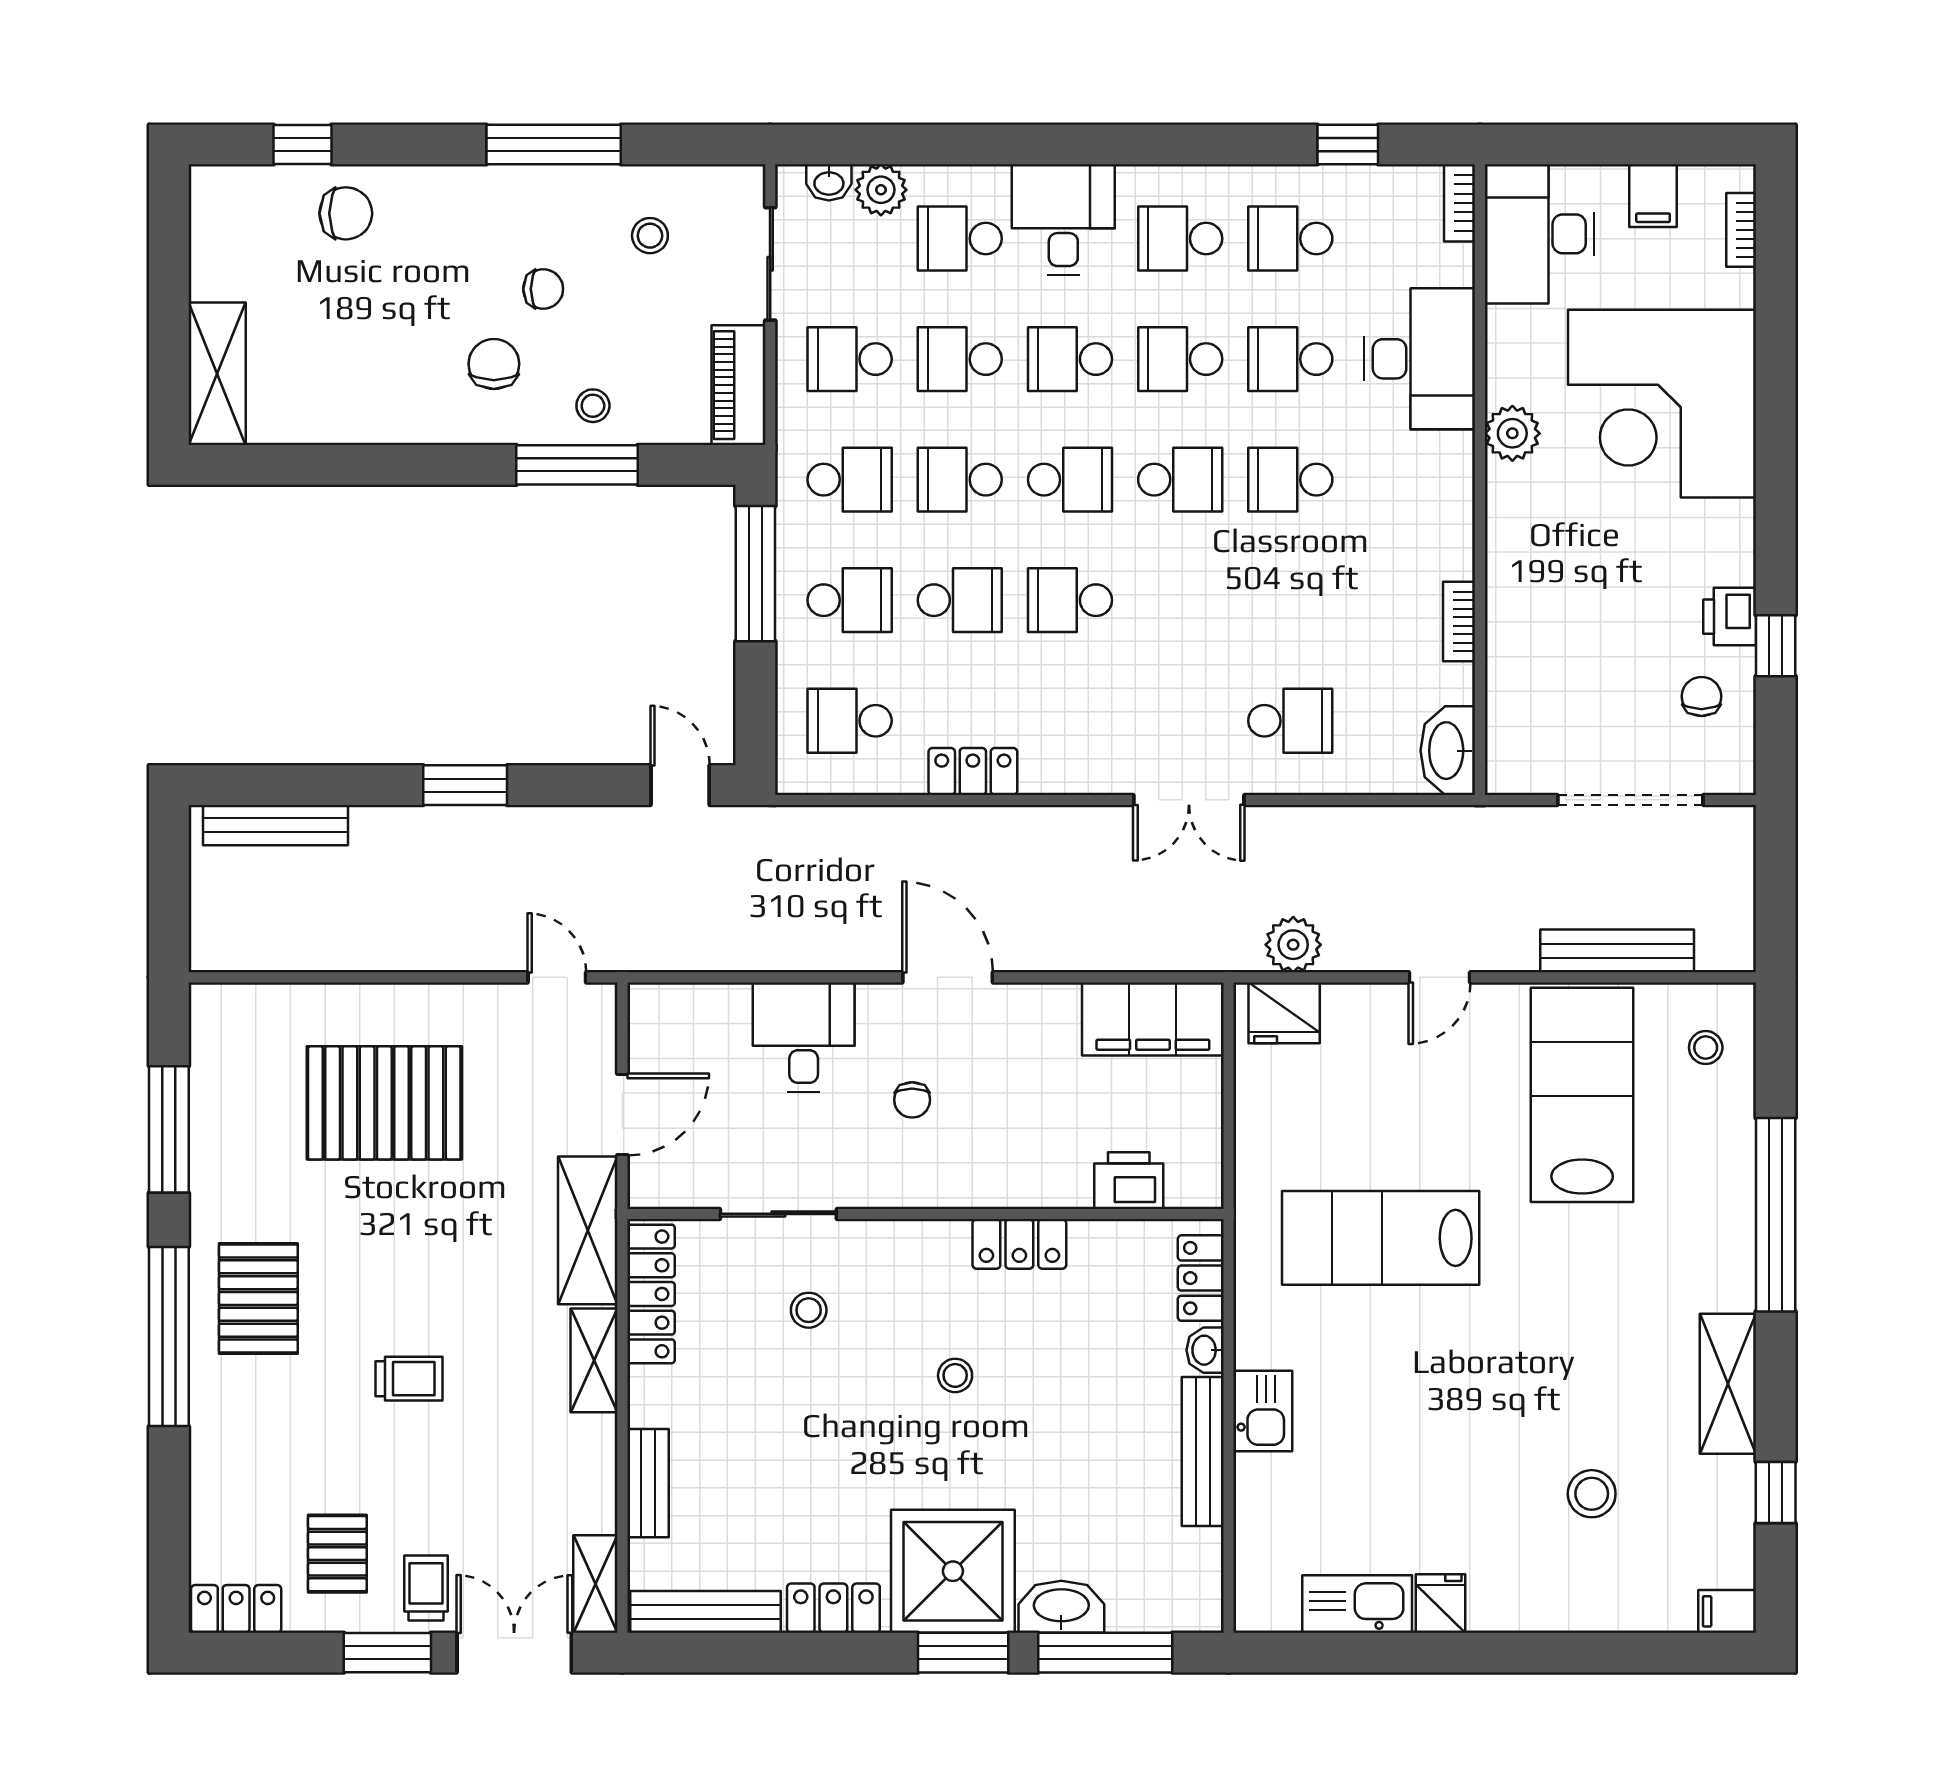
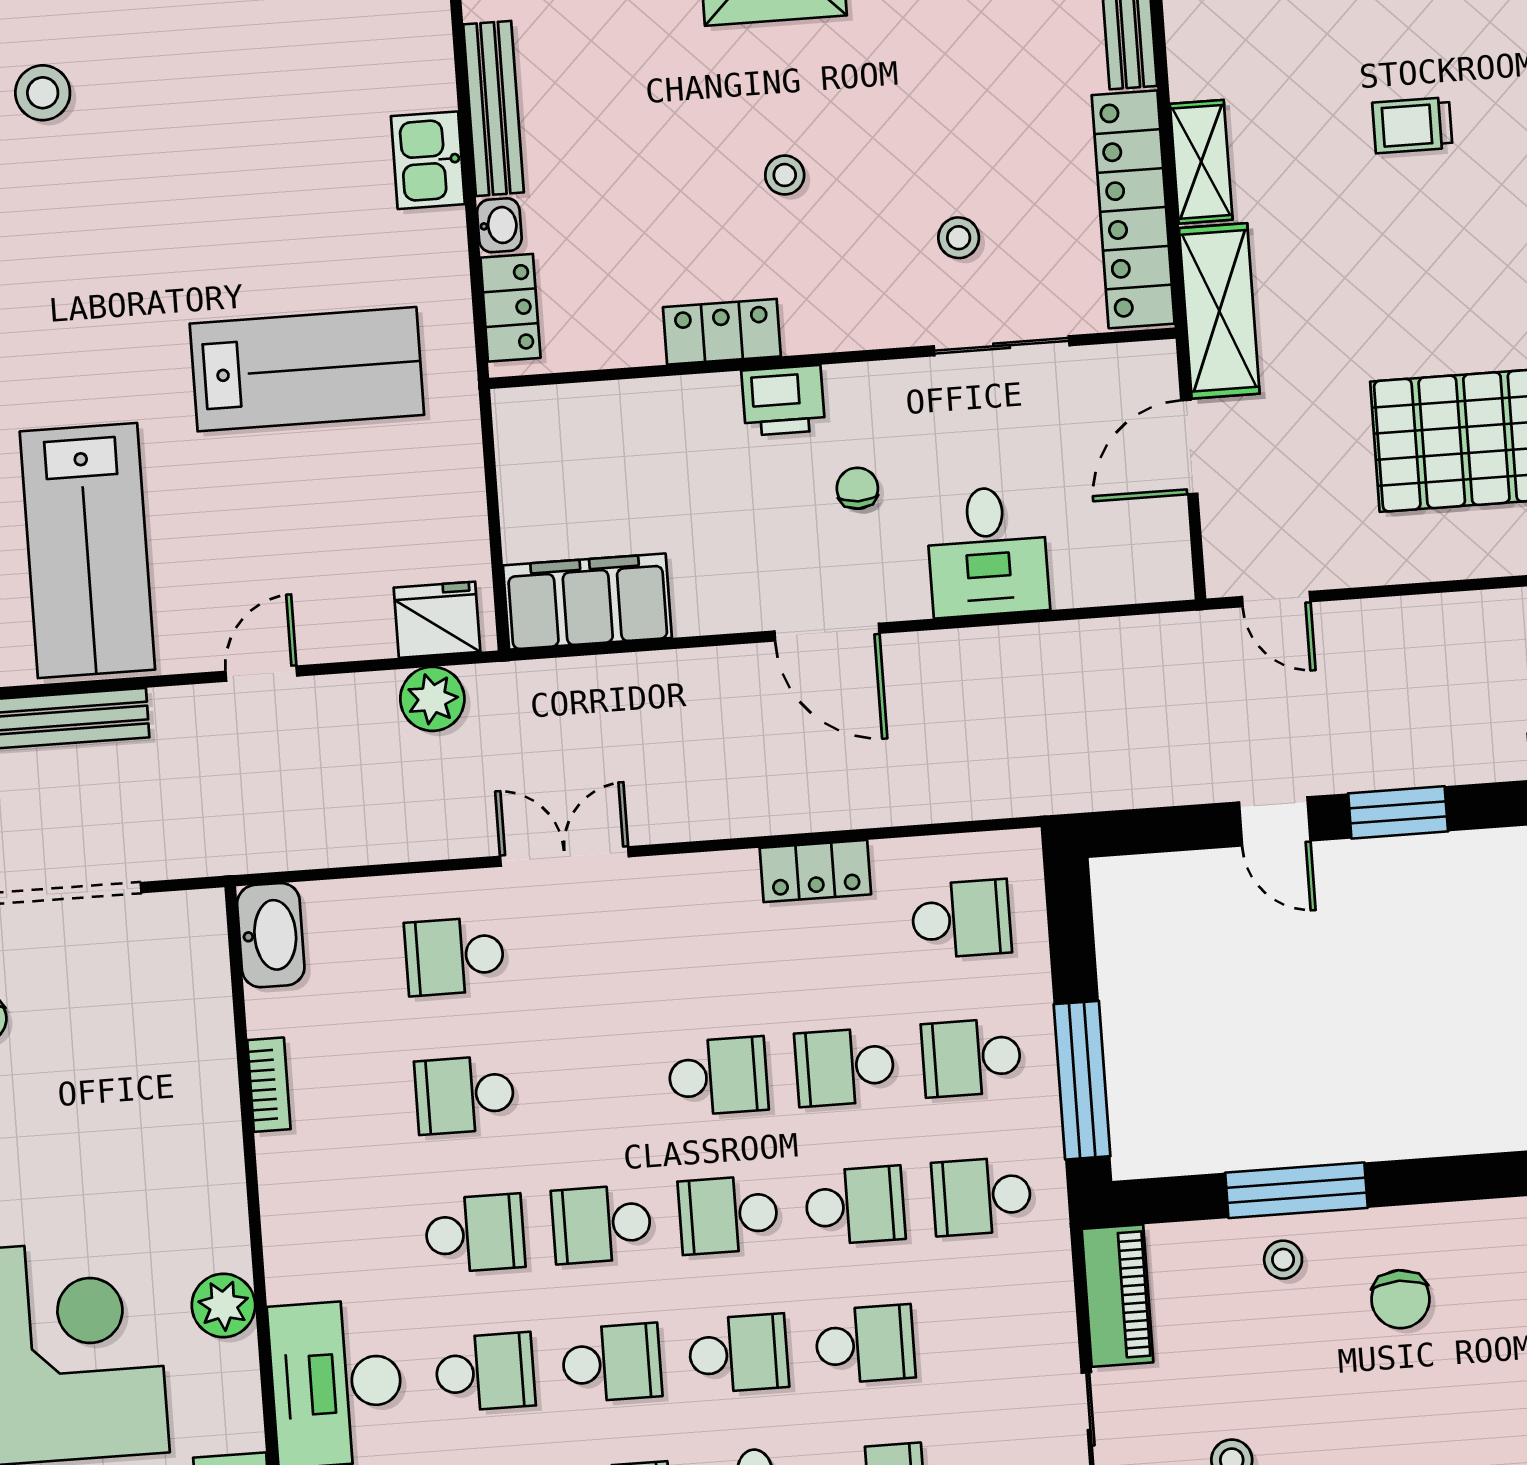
chair: (543, 289) -> (1350, 1390), removed
school desk: (850, 359) -> (465, 1095), moved, turned 180
door: (680, 785) -> (1275, 821), moved
printer: (1129, 1181) -> (783, 400), moved
locker: (651, 1294) -> (1133, 209), width x1.41, depth x1.21

